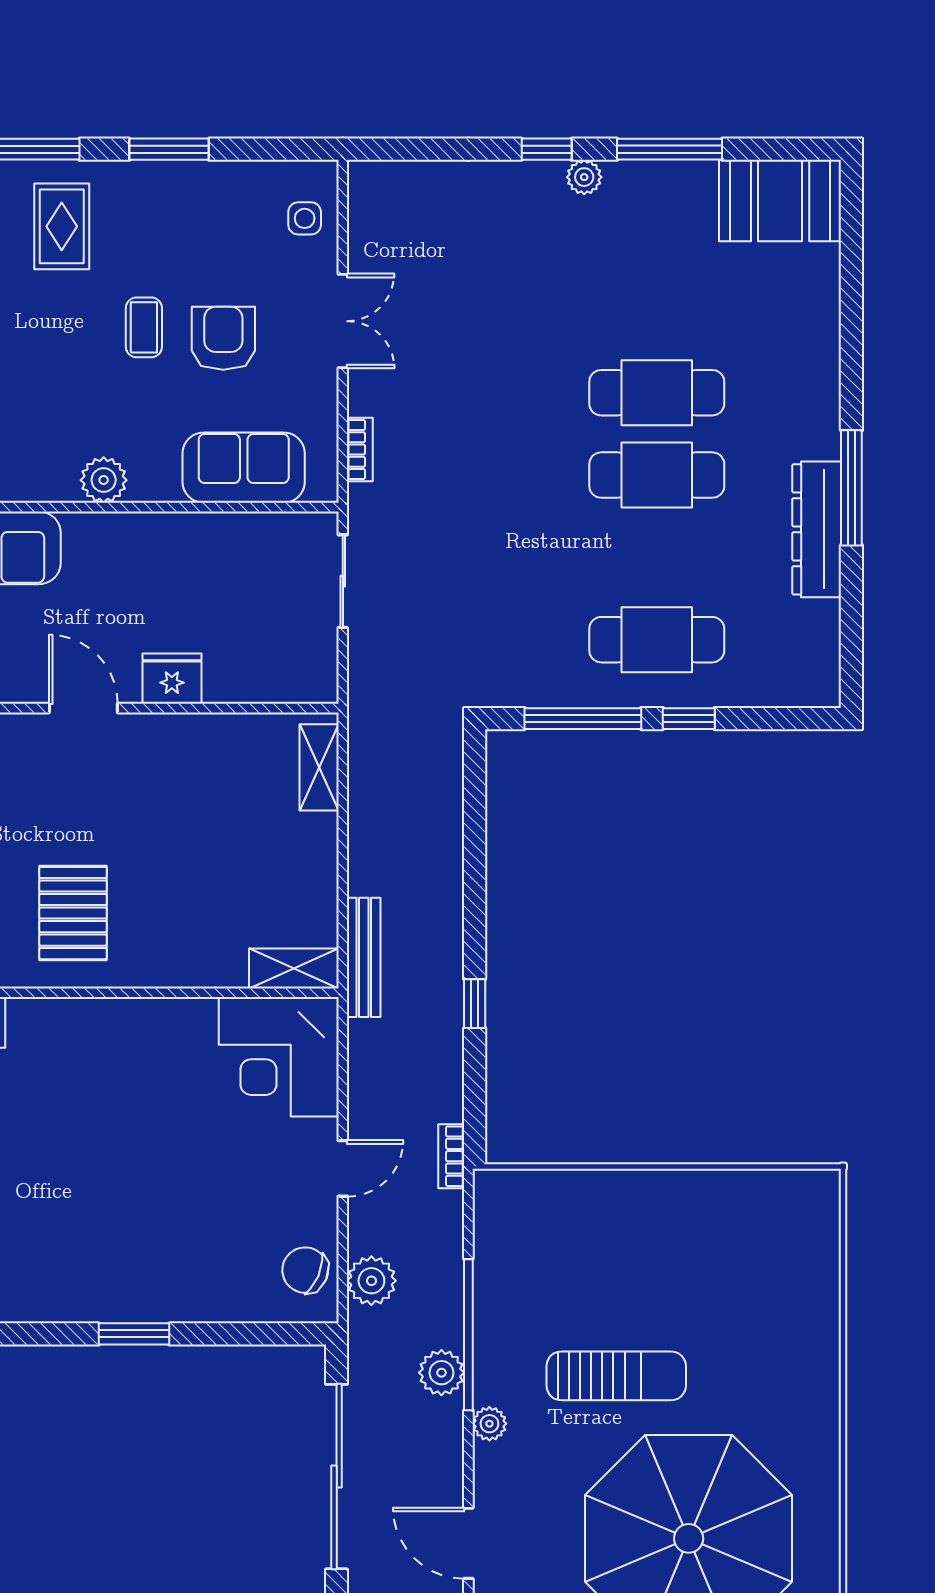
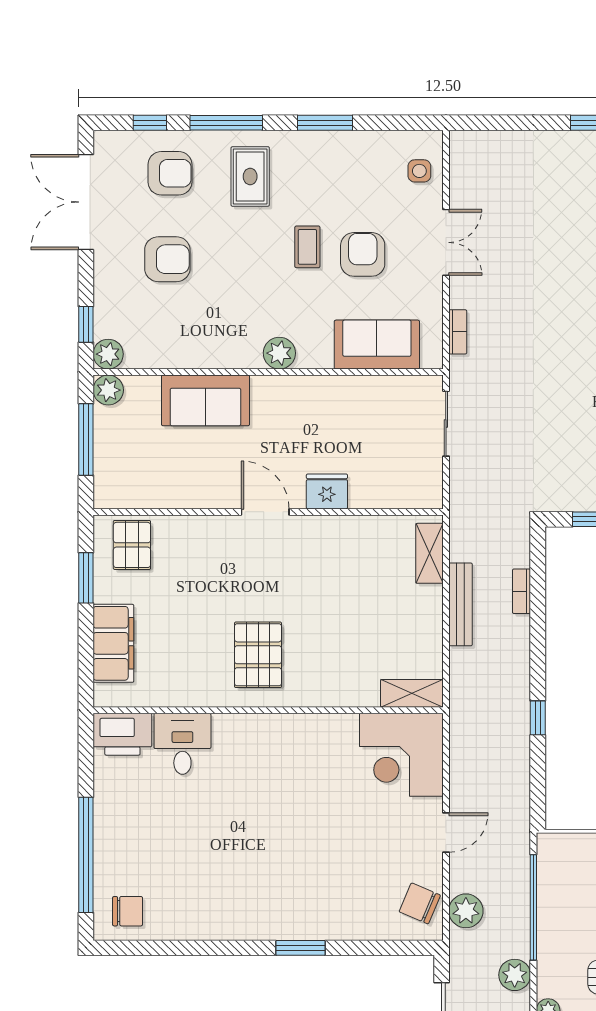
bench: (364, 957) -> (460, 604), moved
bookcase: (451, 1156) -> (522, 591), moved
window: (468, 1335) -> (533, 907), moved

